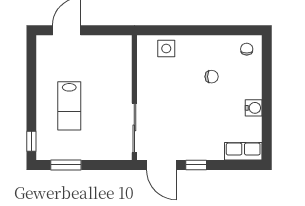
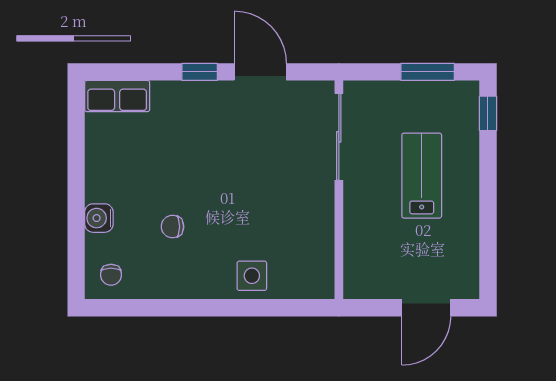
wall: (134, 98) -> (339, 190), moved
water cooler: (254, 108) -> (99, 218), moved
sliding door: (134, 128) -> (339, 137), moved

